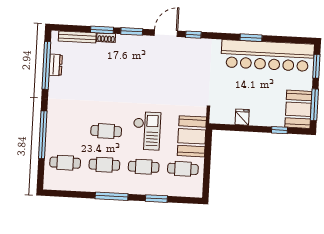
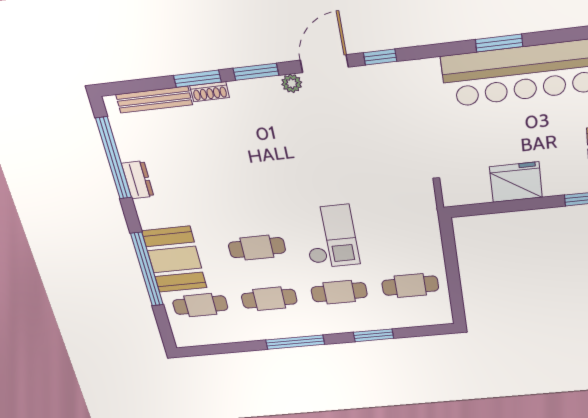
plant: (148, 41) -> (292, 83), added
dresser: (56, 65) -> (138, 180), moved
fridge: (242, 117) -> (516, 182), width x1.88, depth x1.34
booth: (192, 136) -> (174, 259), moved

